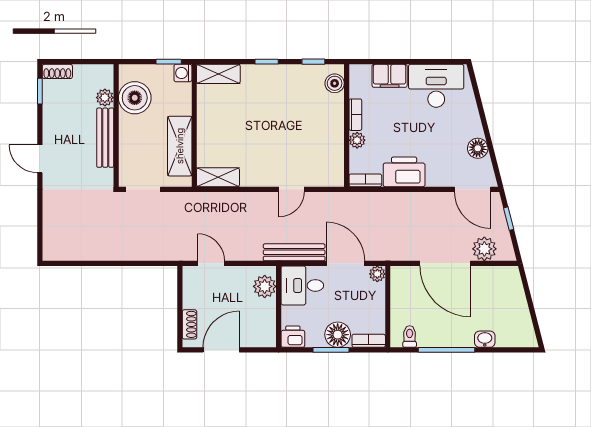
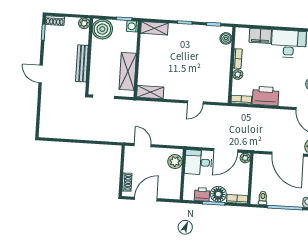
plant: (105, 98) -> (84, 23), moved
boiler: (135, 98) -> (102, 29), moved
bench: (294, 252) -> (194, 141), removed
door: (345, 263) -> (226, 150), swing flipped
printer: (293, 337) -> (202, 194), moved

